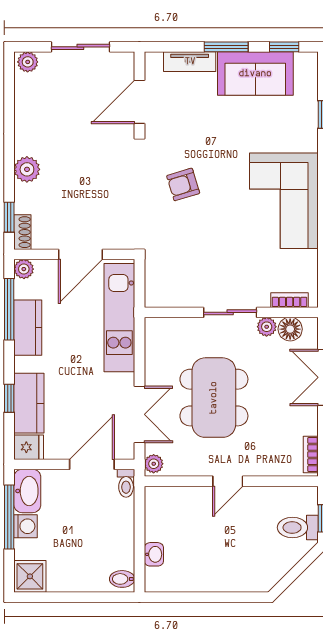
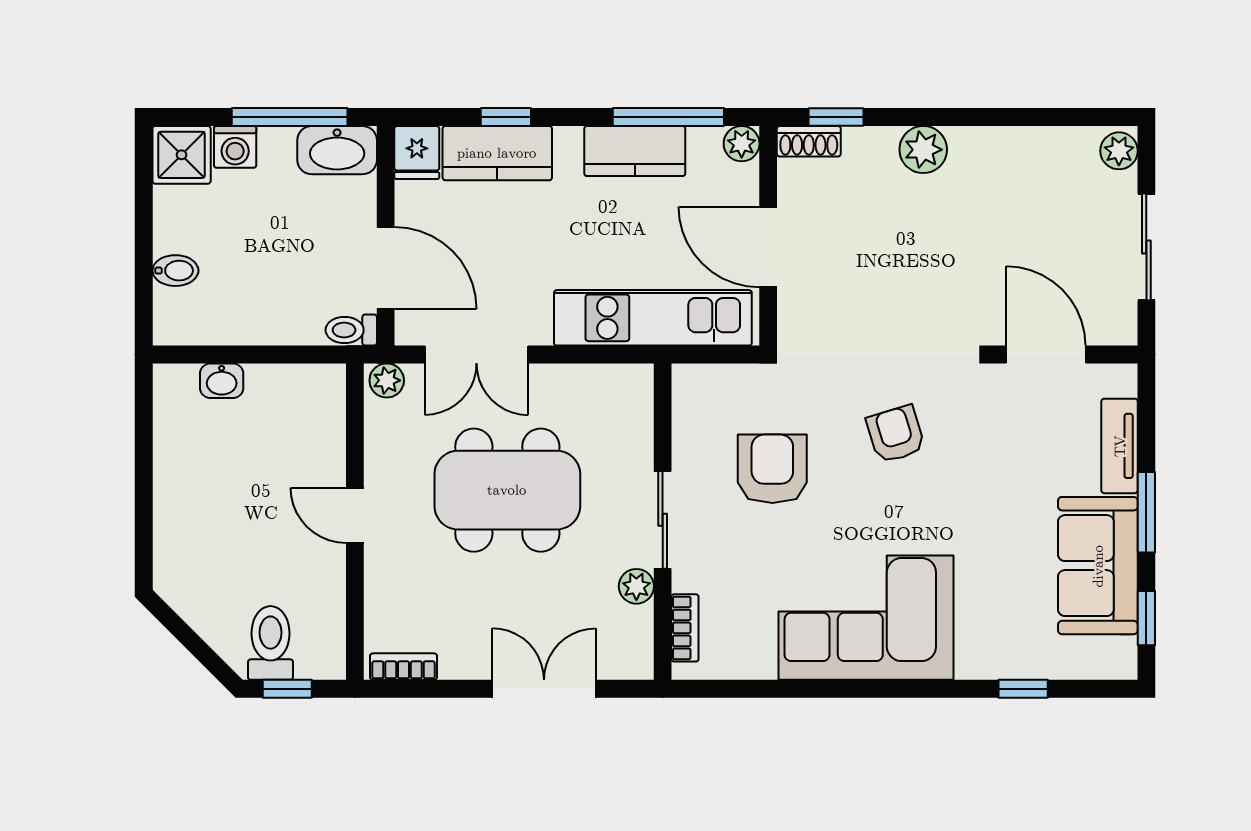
armchair: (202, 252) -> (772, 469), added
floor lamp: (290, 329) -> (632, 629), removed
washing machine: (26, 526) -> (235, 147), moved
bidet: (122, 579) -> (175, 271), moved, turned 90

